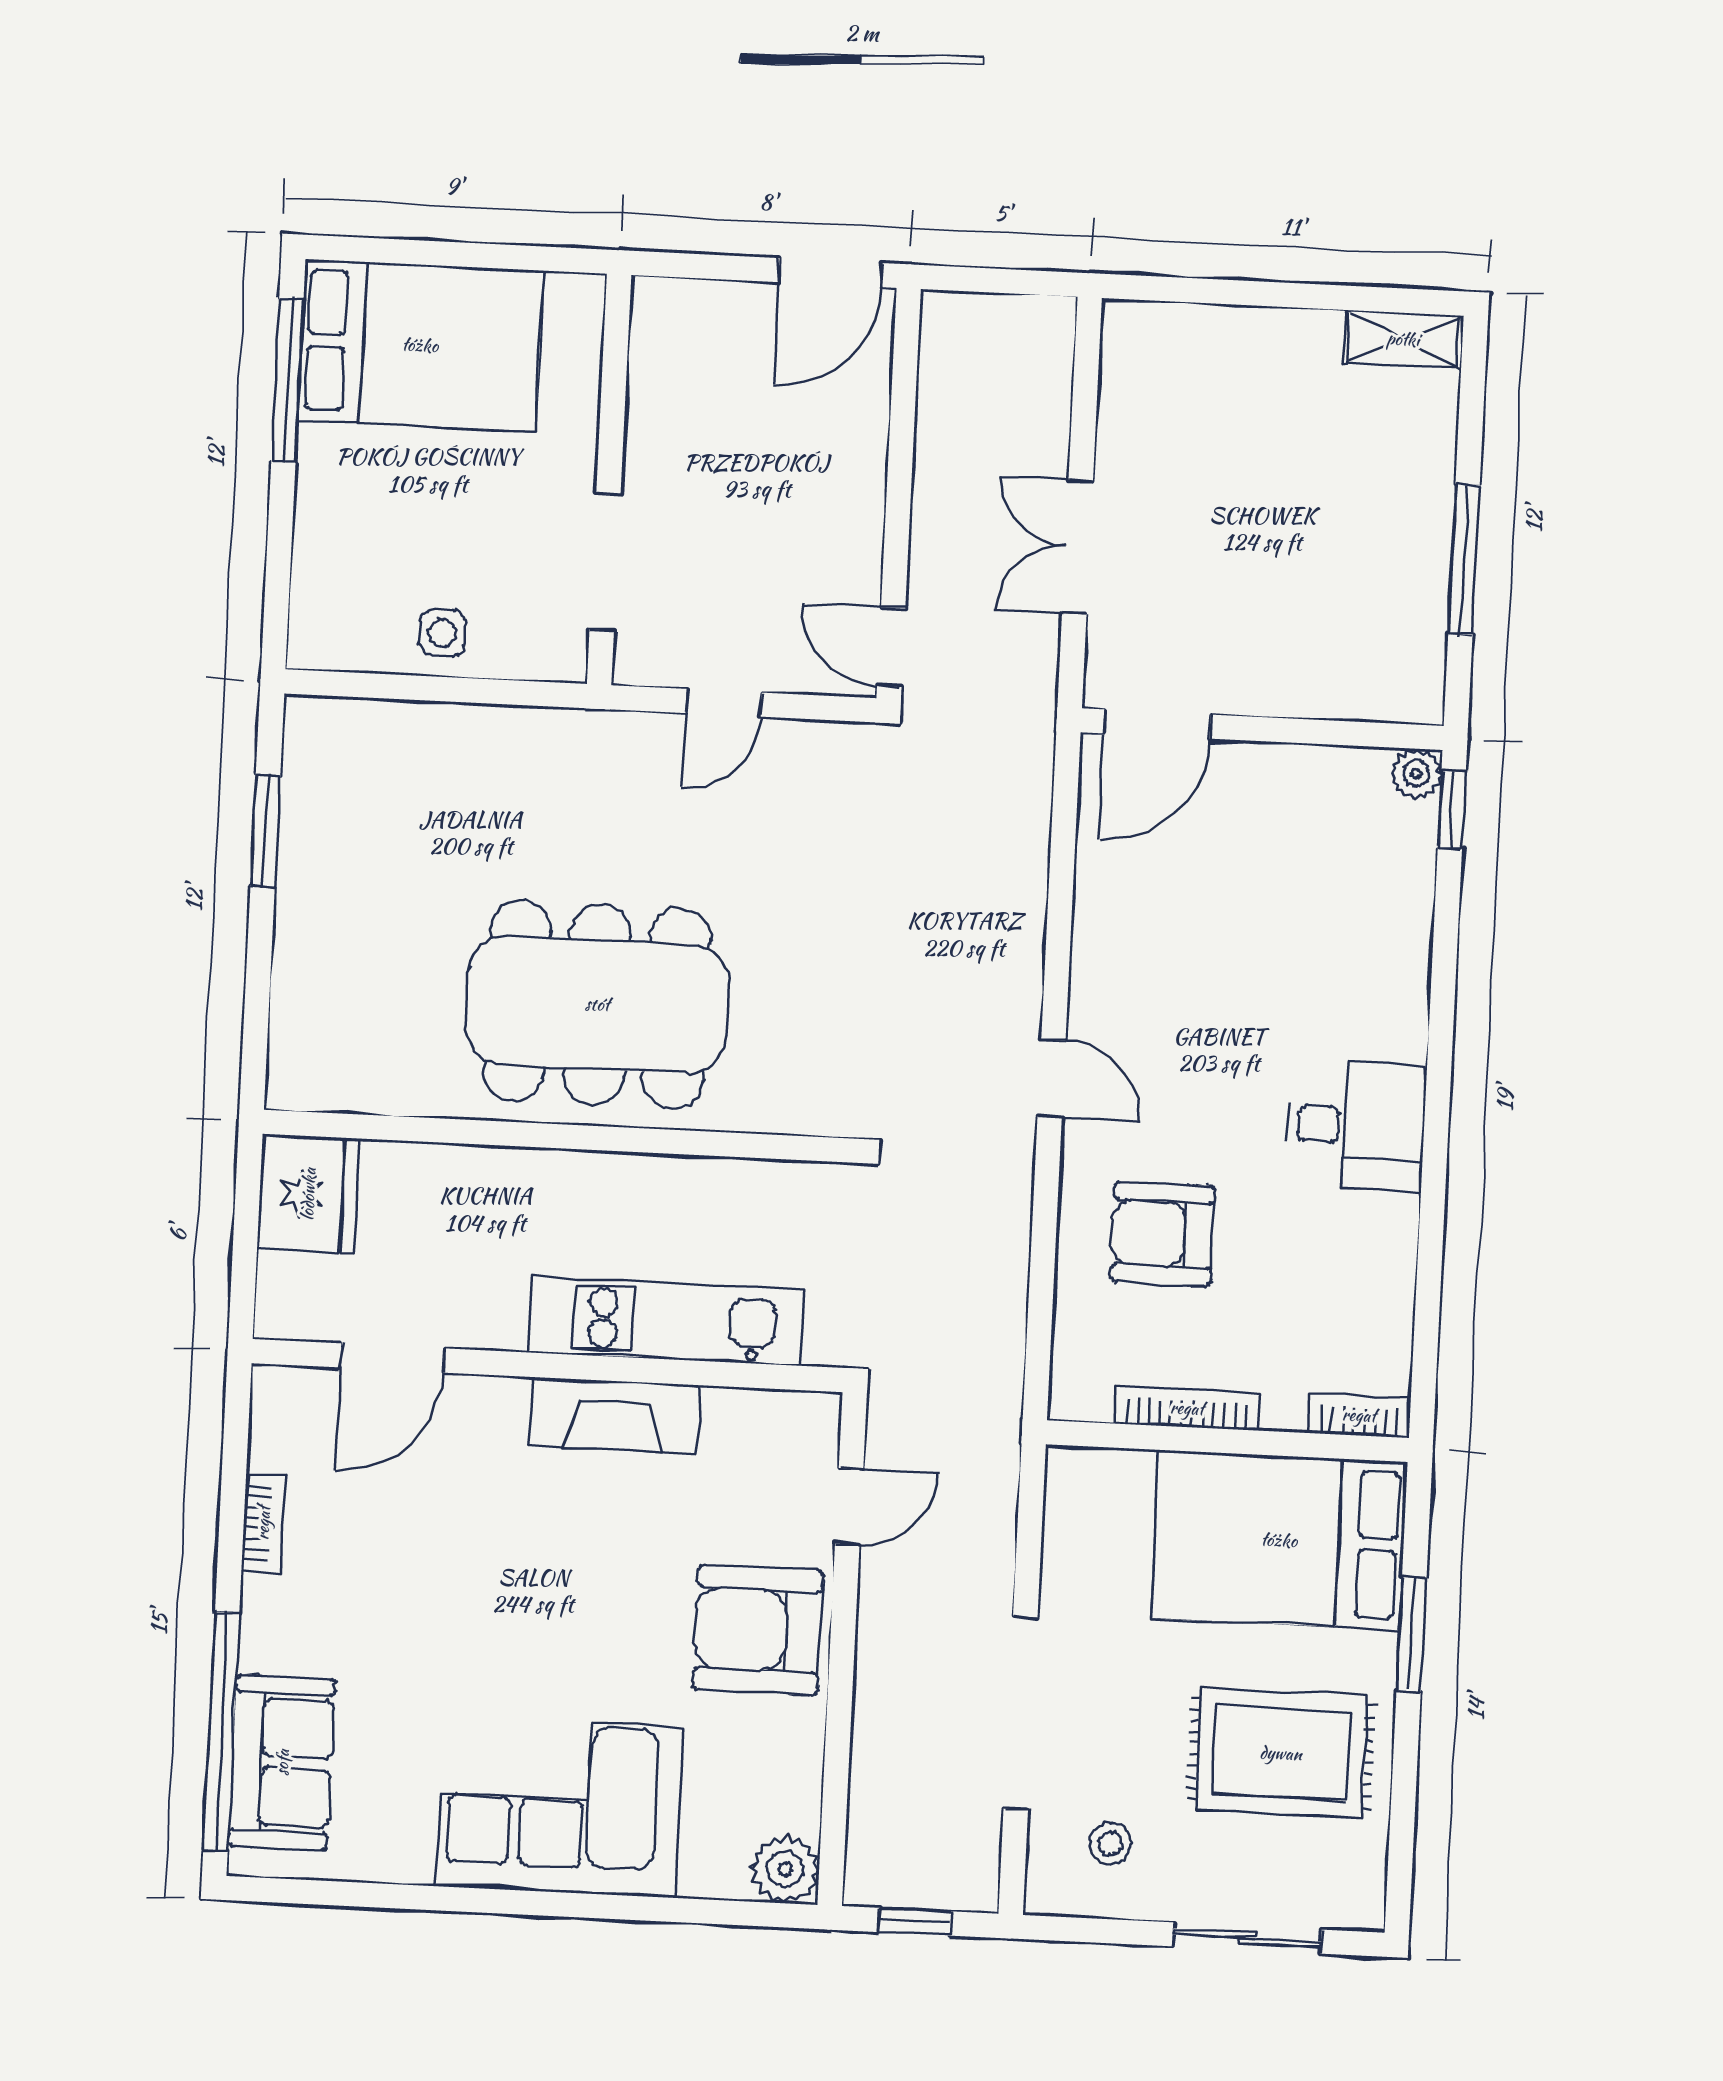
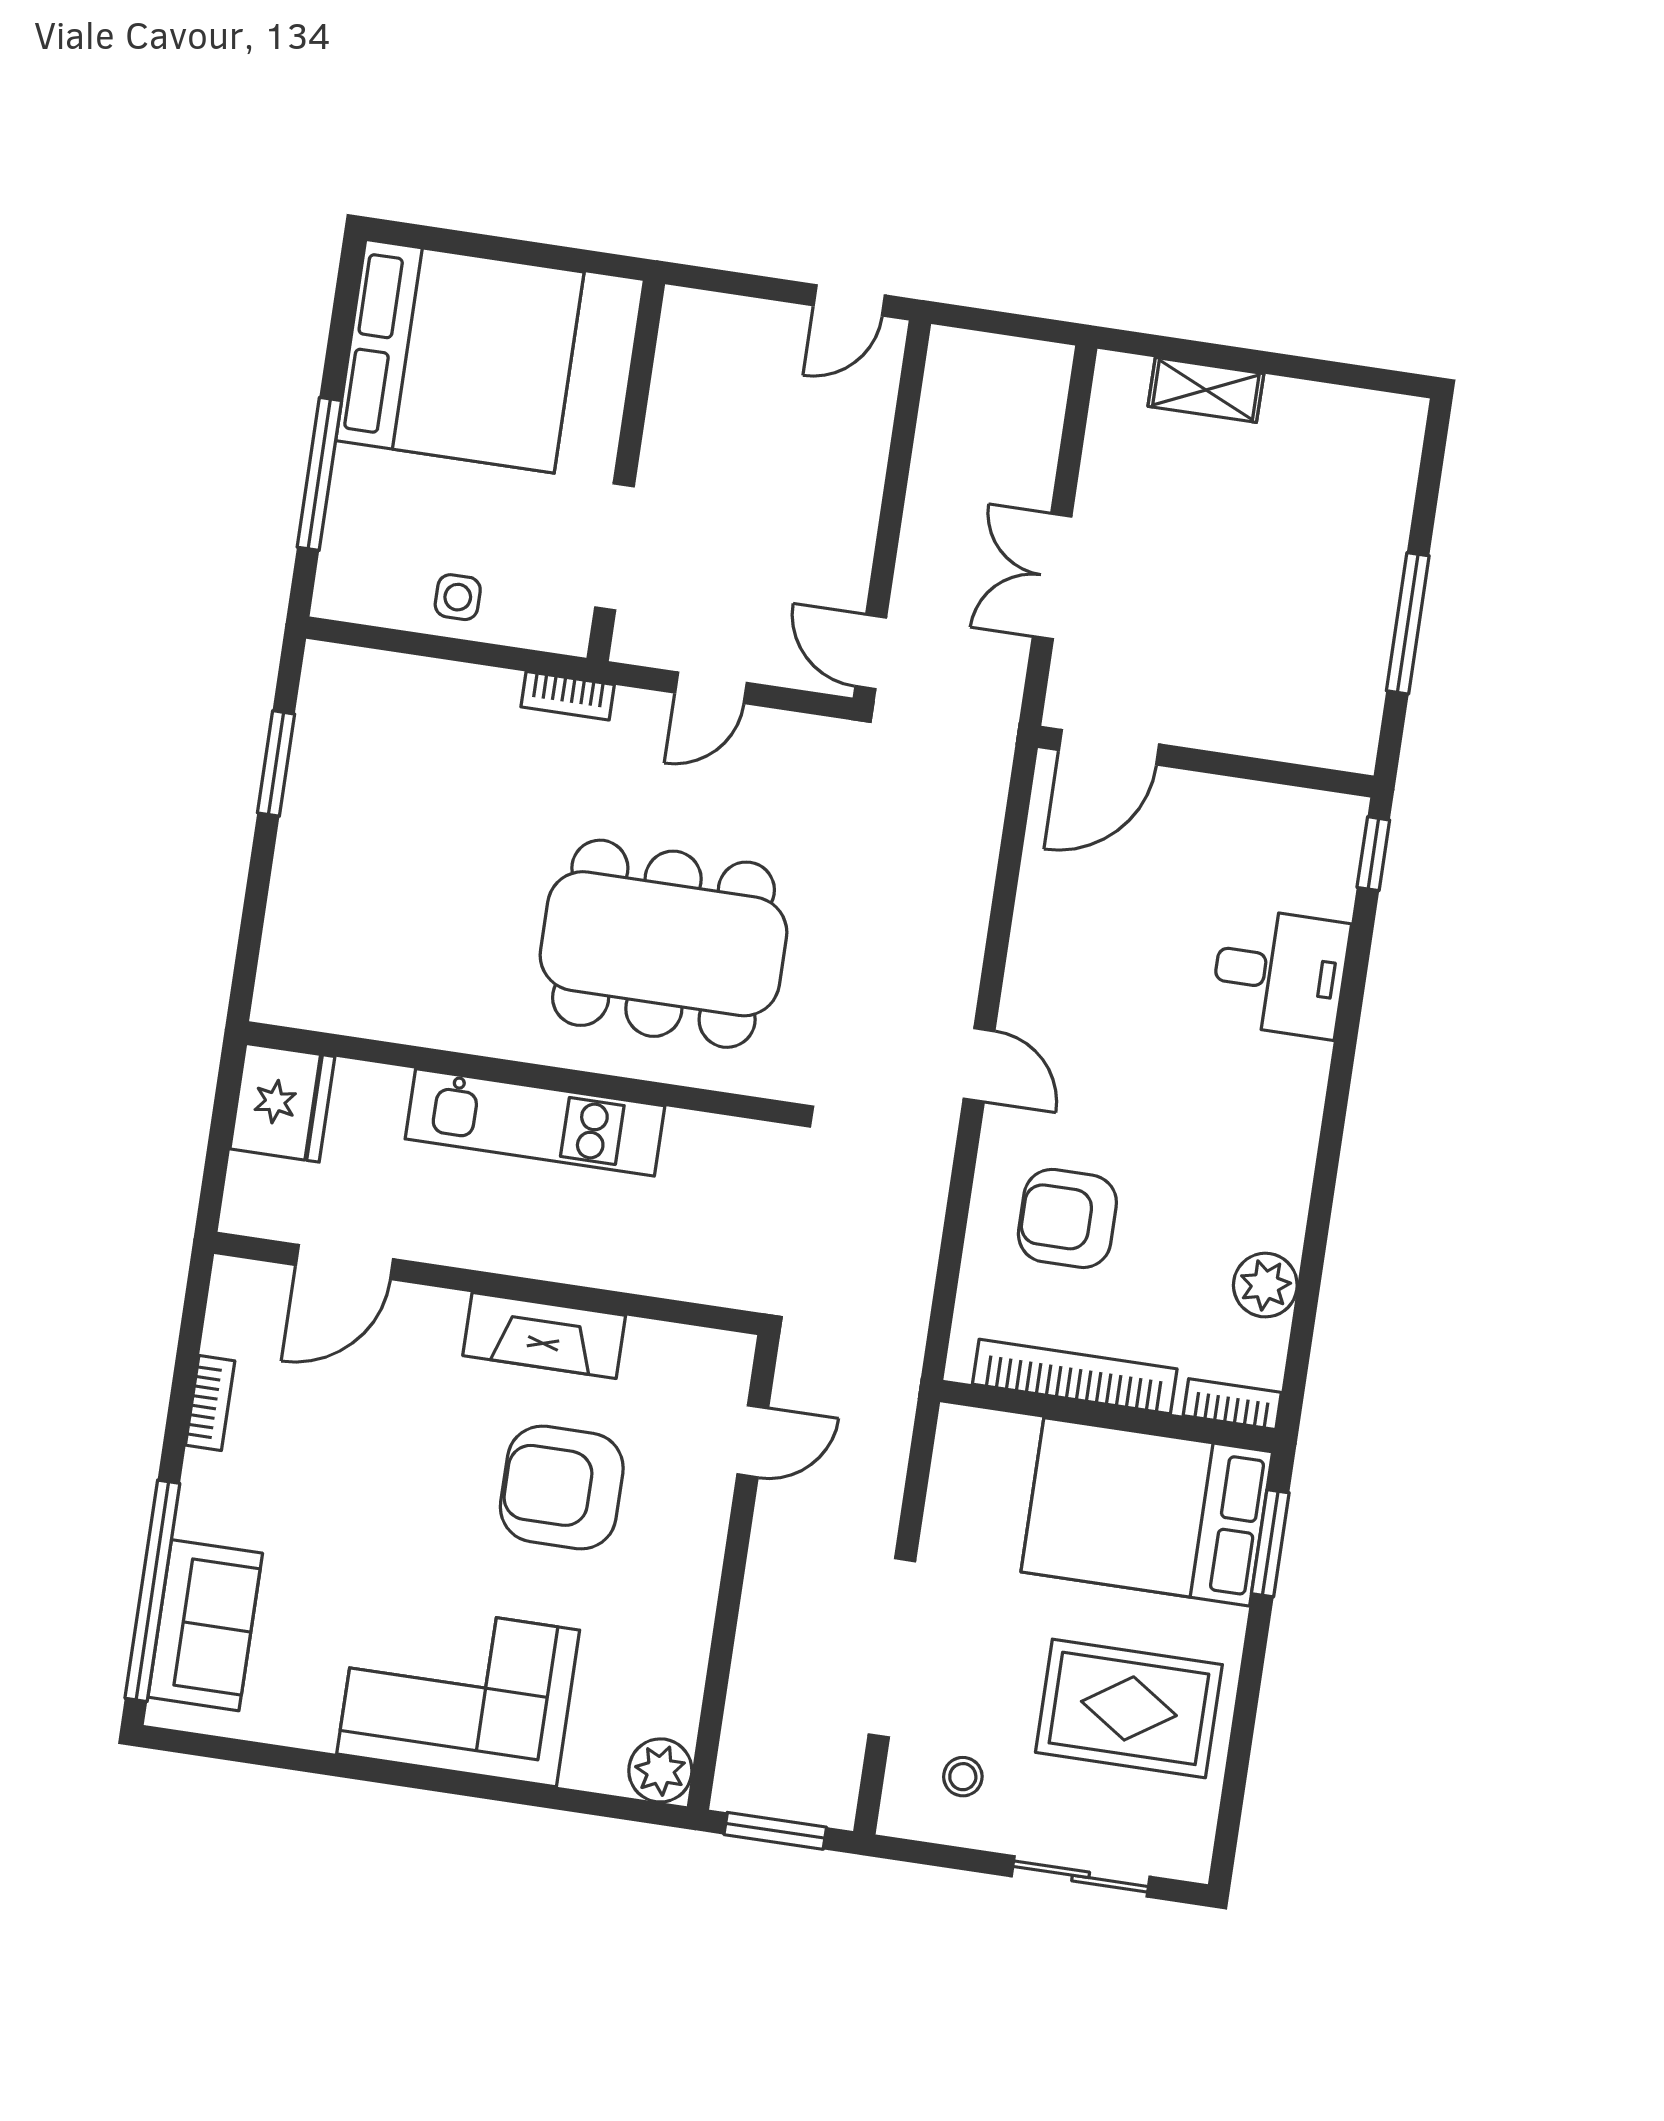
door: (831, 273) -> (849, 300), width x0.73
shelving: (1403, 339) -> (1206, 390), moved
bed: (420, 345) -> (460, 356), width x1.36
window: (287, 380) -> (319, 474), moved
bookcase: (571, 727) -> (568, 696), added
plant: (1416, 774) -> (1265, 1285), moved, width x1.38, depth x1.38
dining table: (597, 1004) -> (663, 944), moved
desk: (1356, 1125) -> (1280, 973), moved
kitchen unit: (666, 1321) -> (535, 1122), moved, turned 180
bookcase: (1187, 1408) -> (1075, 1377), width x1.48, depth x1.31
armchair: (758, 1630) -> (562, 1487), moved
window: (1411, 1634) -> (1270, 1543), moved
window: (915, 1922) -> (775, 1831), width x1.50

